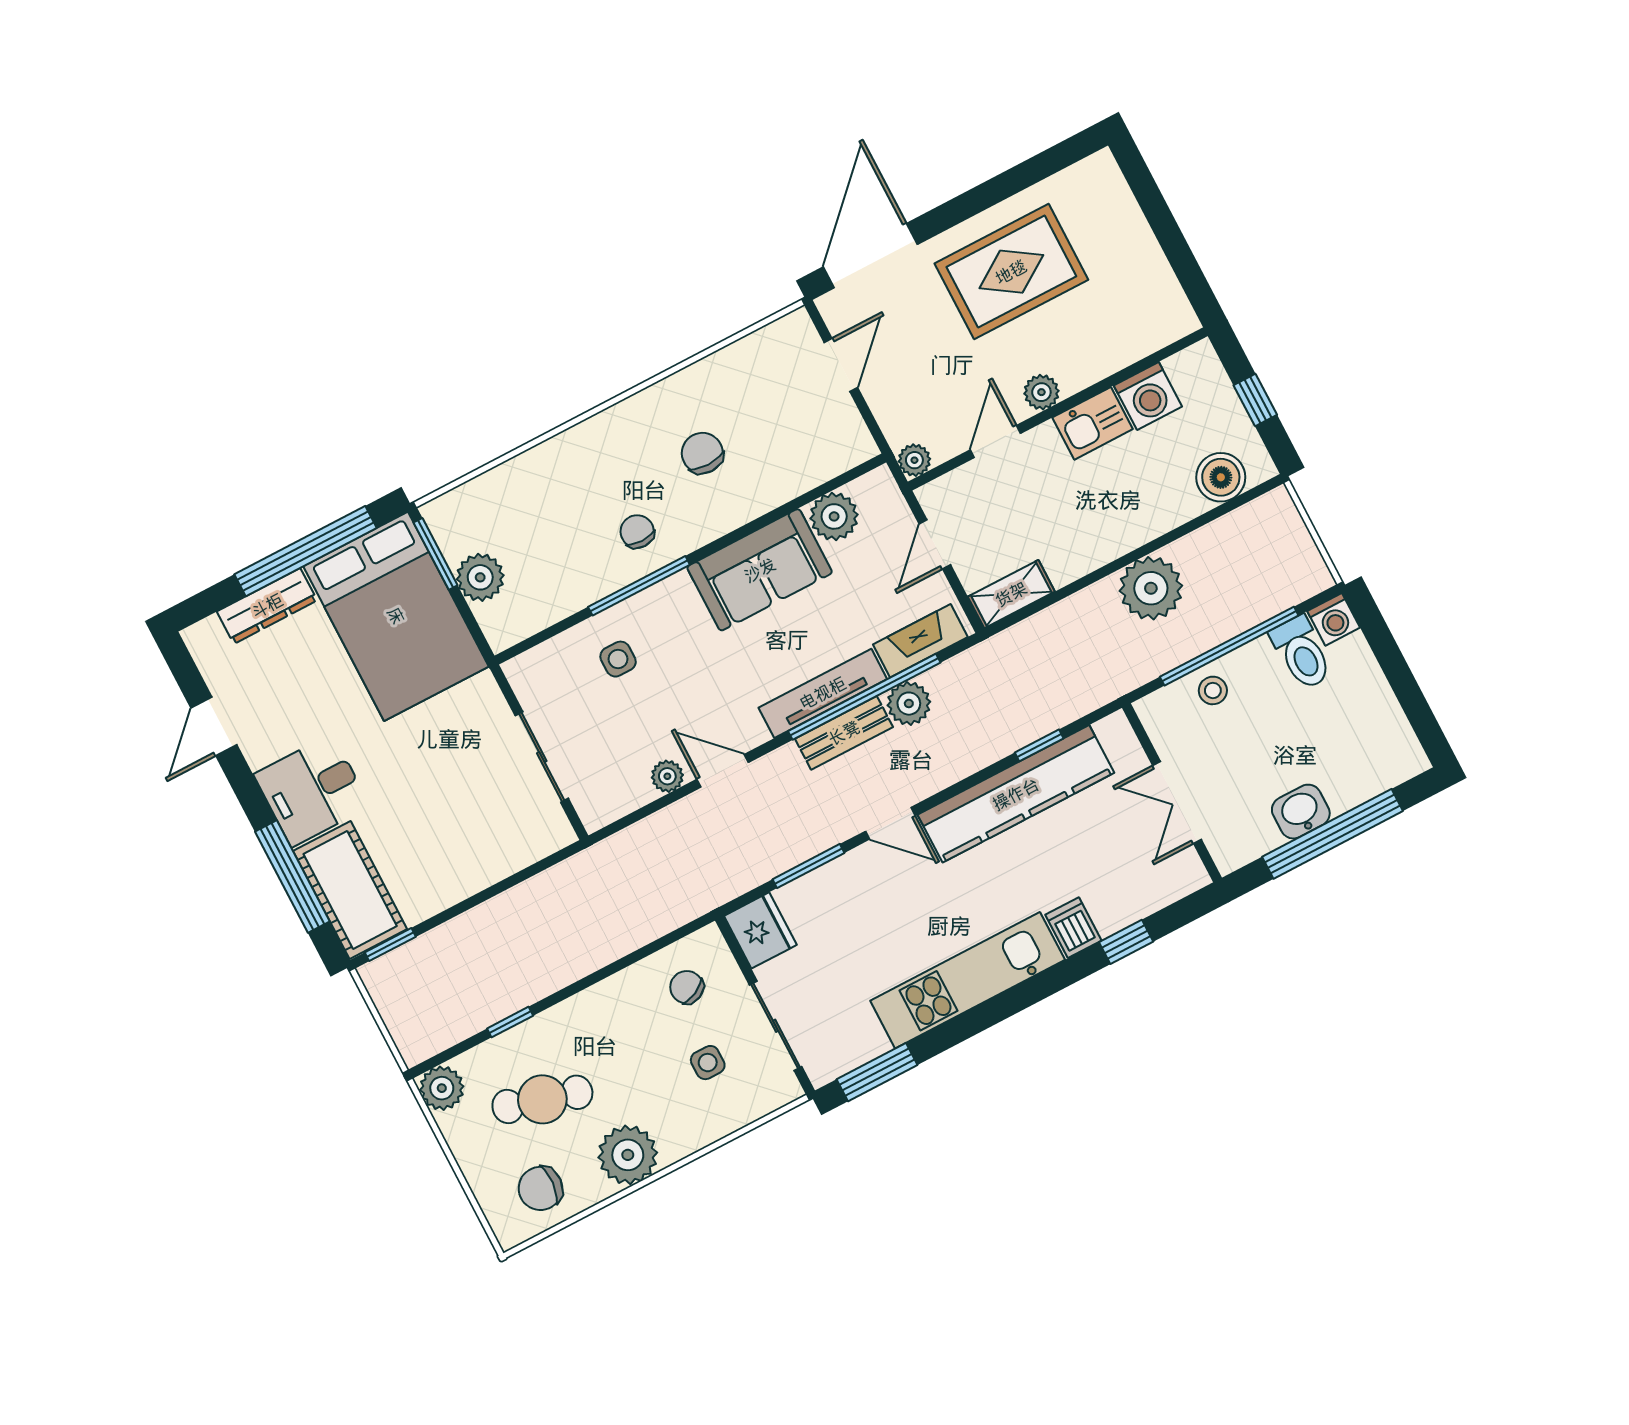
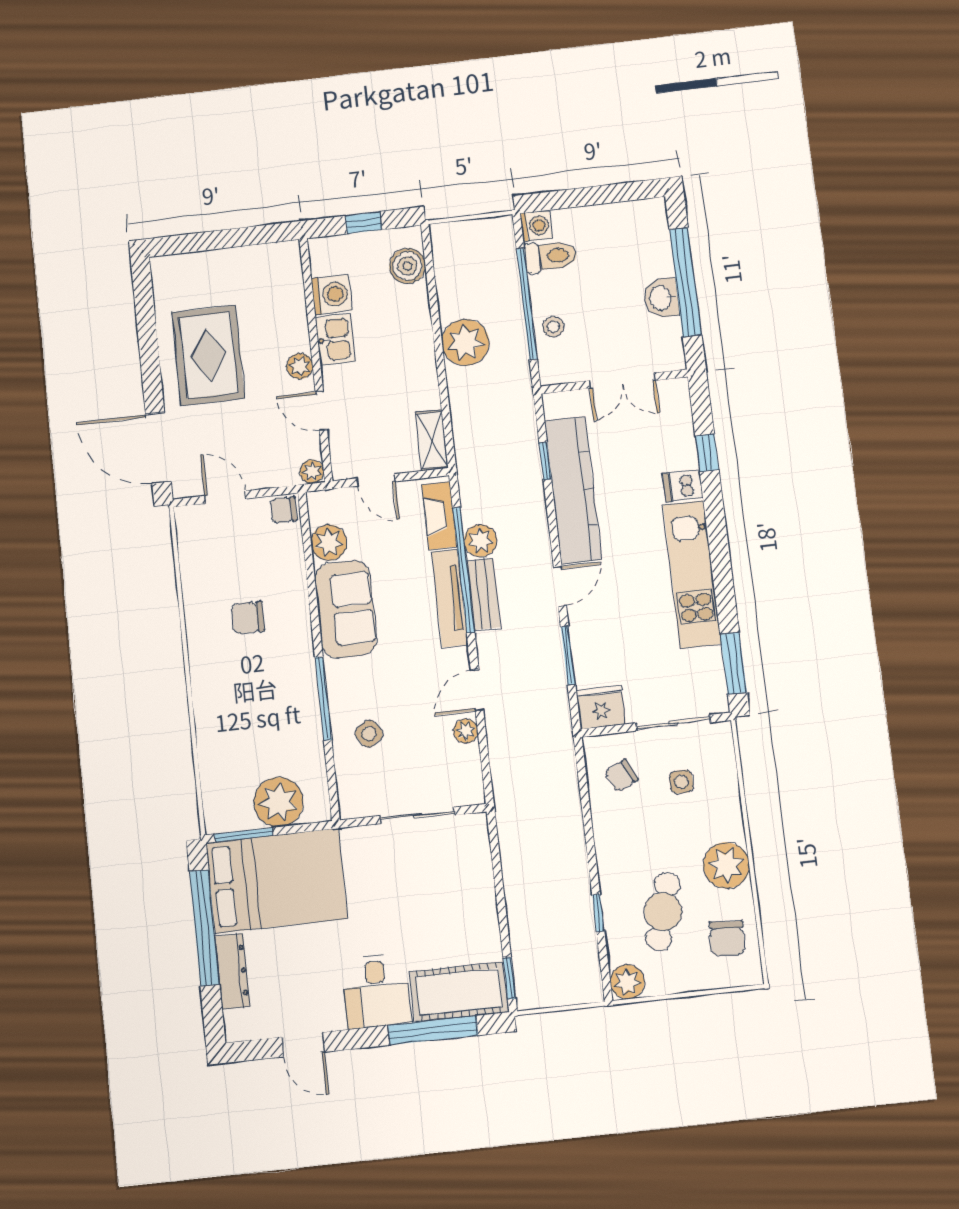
chair: (637, 532) -> (284, 510), moved
plant: (480, 577) -> (279, 802), width x1.36, depth x1.36
side table: (618, 659) -> (369, 734), turned -35

